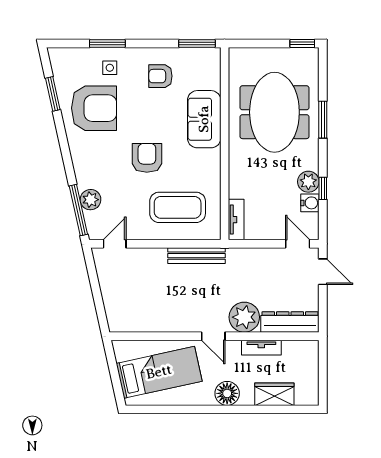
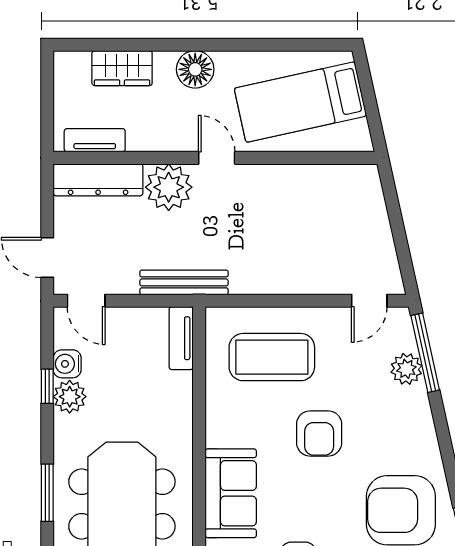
bench: (197, 256) -> (184, 282), moved
tv unit: (261, 348) -> (95, 140), moved

